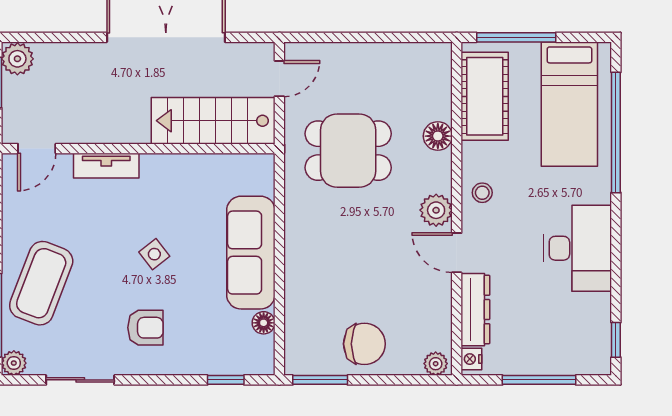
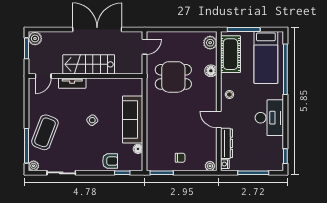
stairs: (213, 121) -> (89, 64), moved
plant: (436, 210) -> (210, 43), moved
armchair: (145, 328) -> (110, 161), moved
chair: (364, 344) -> (180, 158), width x0.54, depth x0.54

